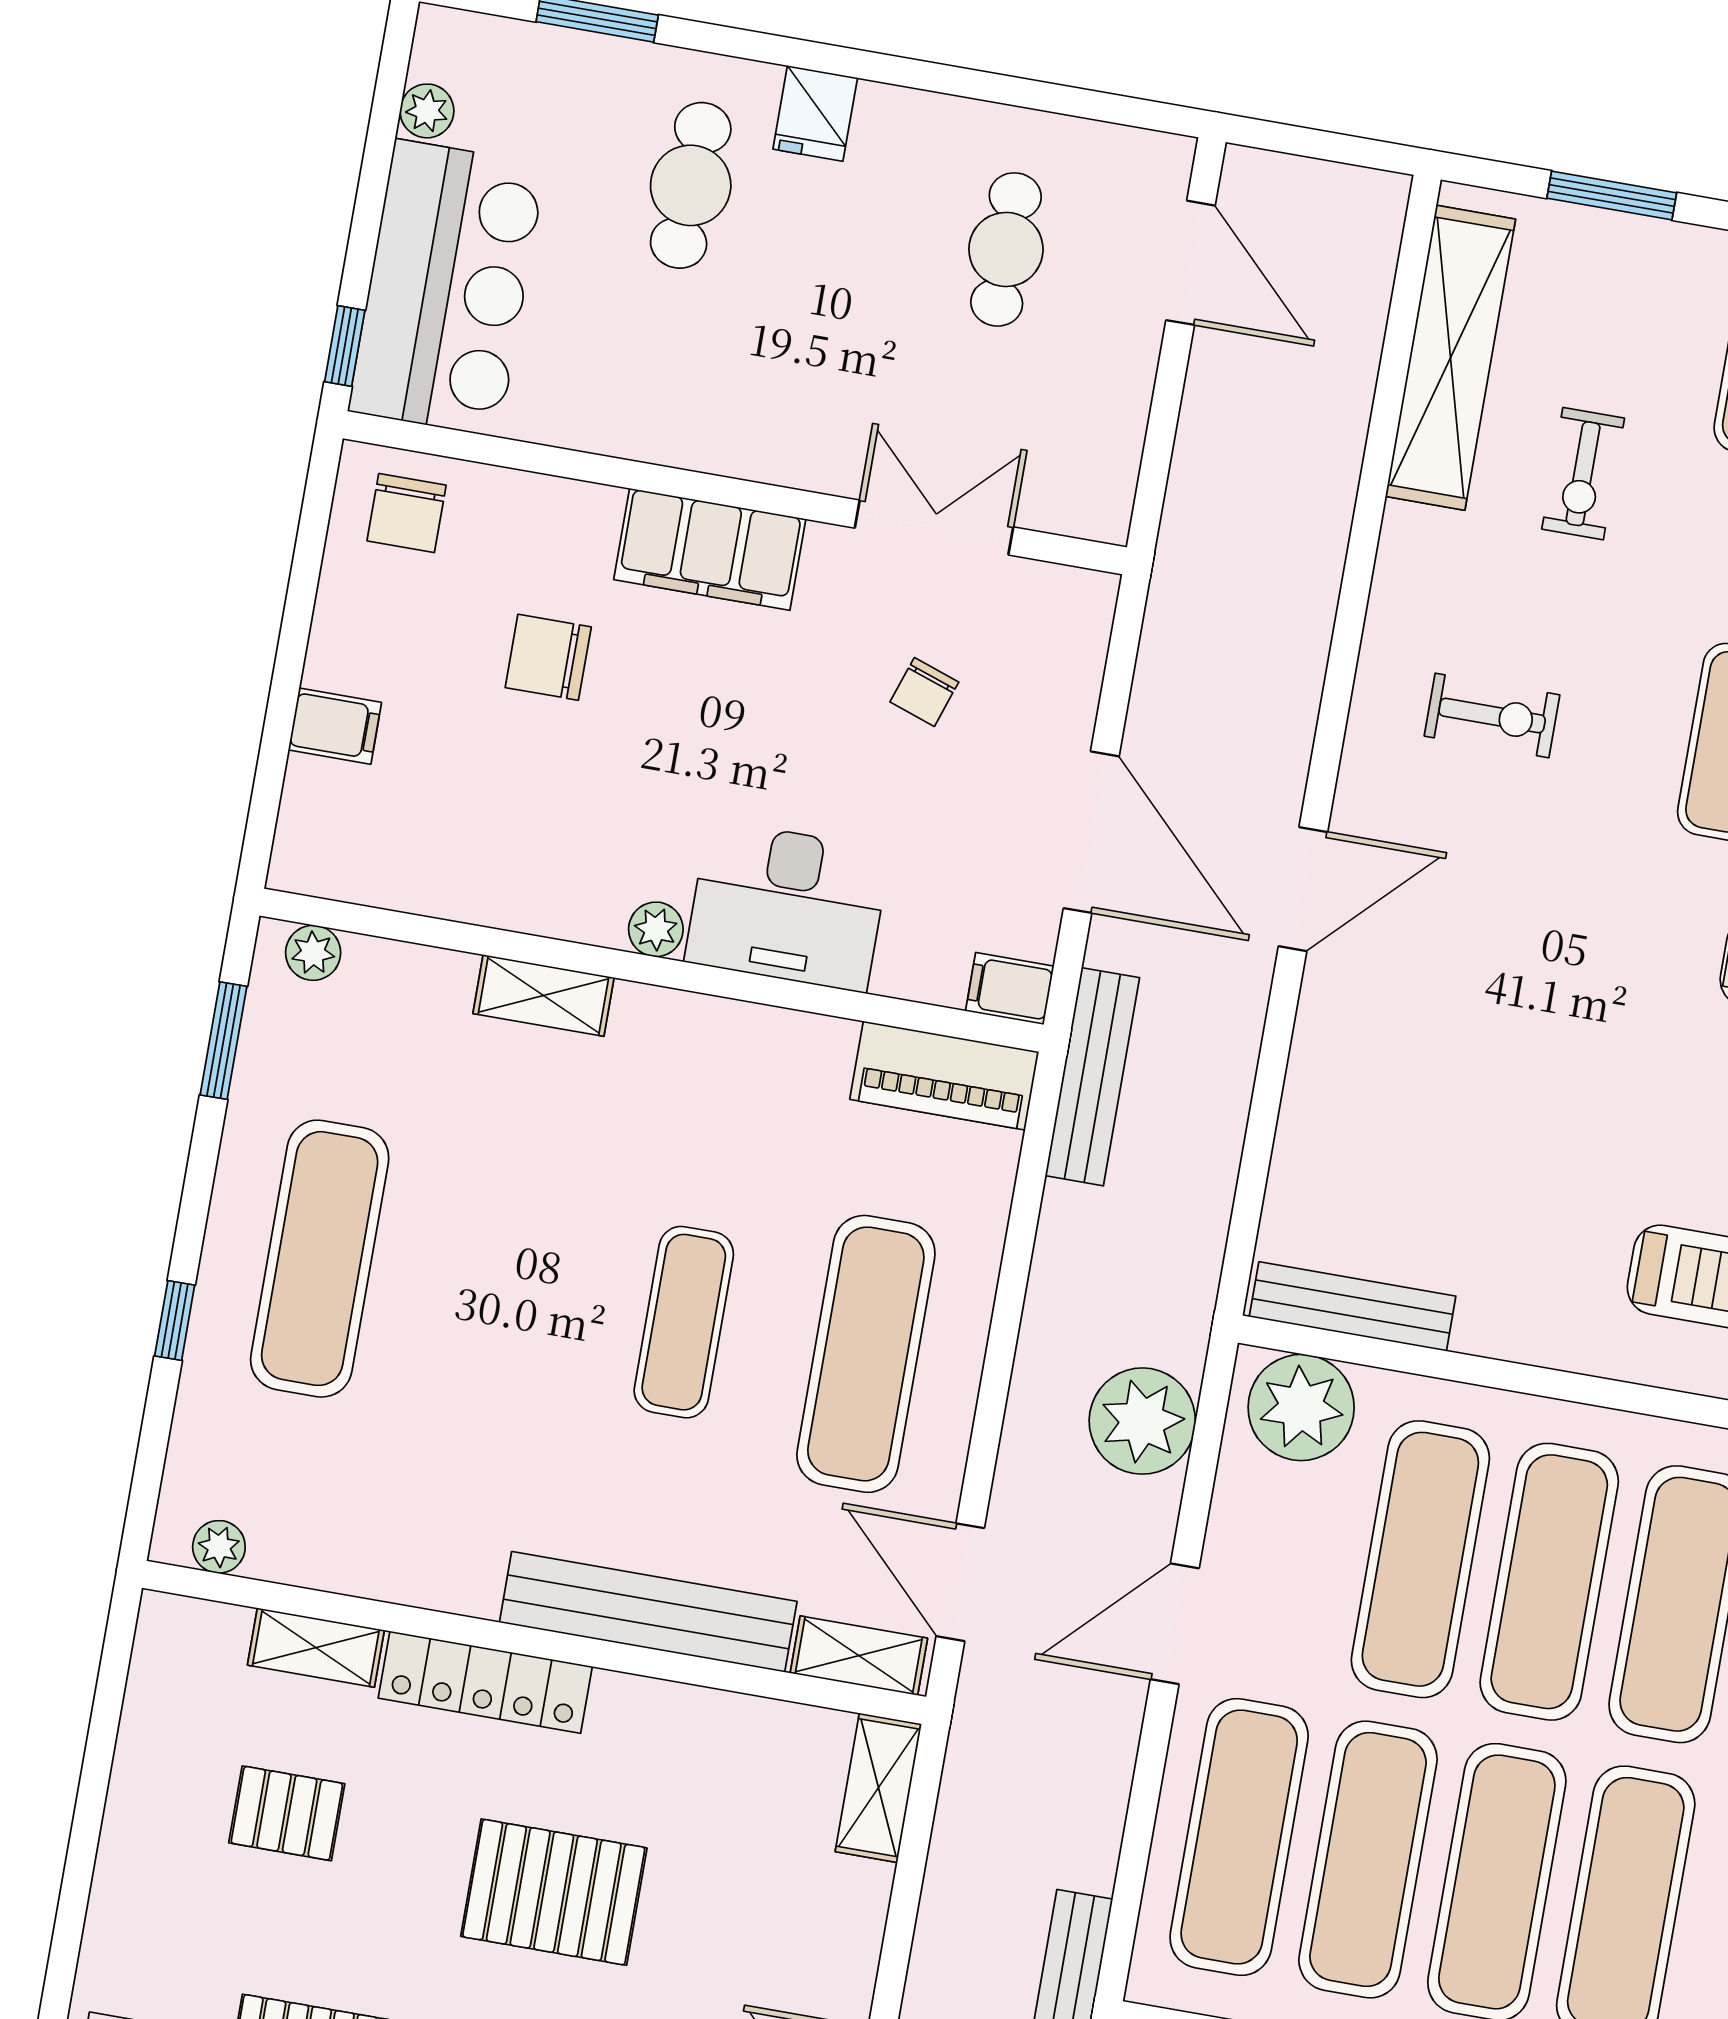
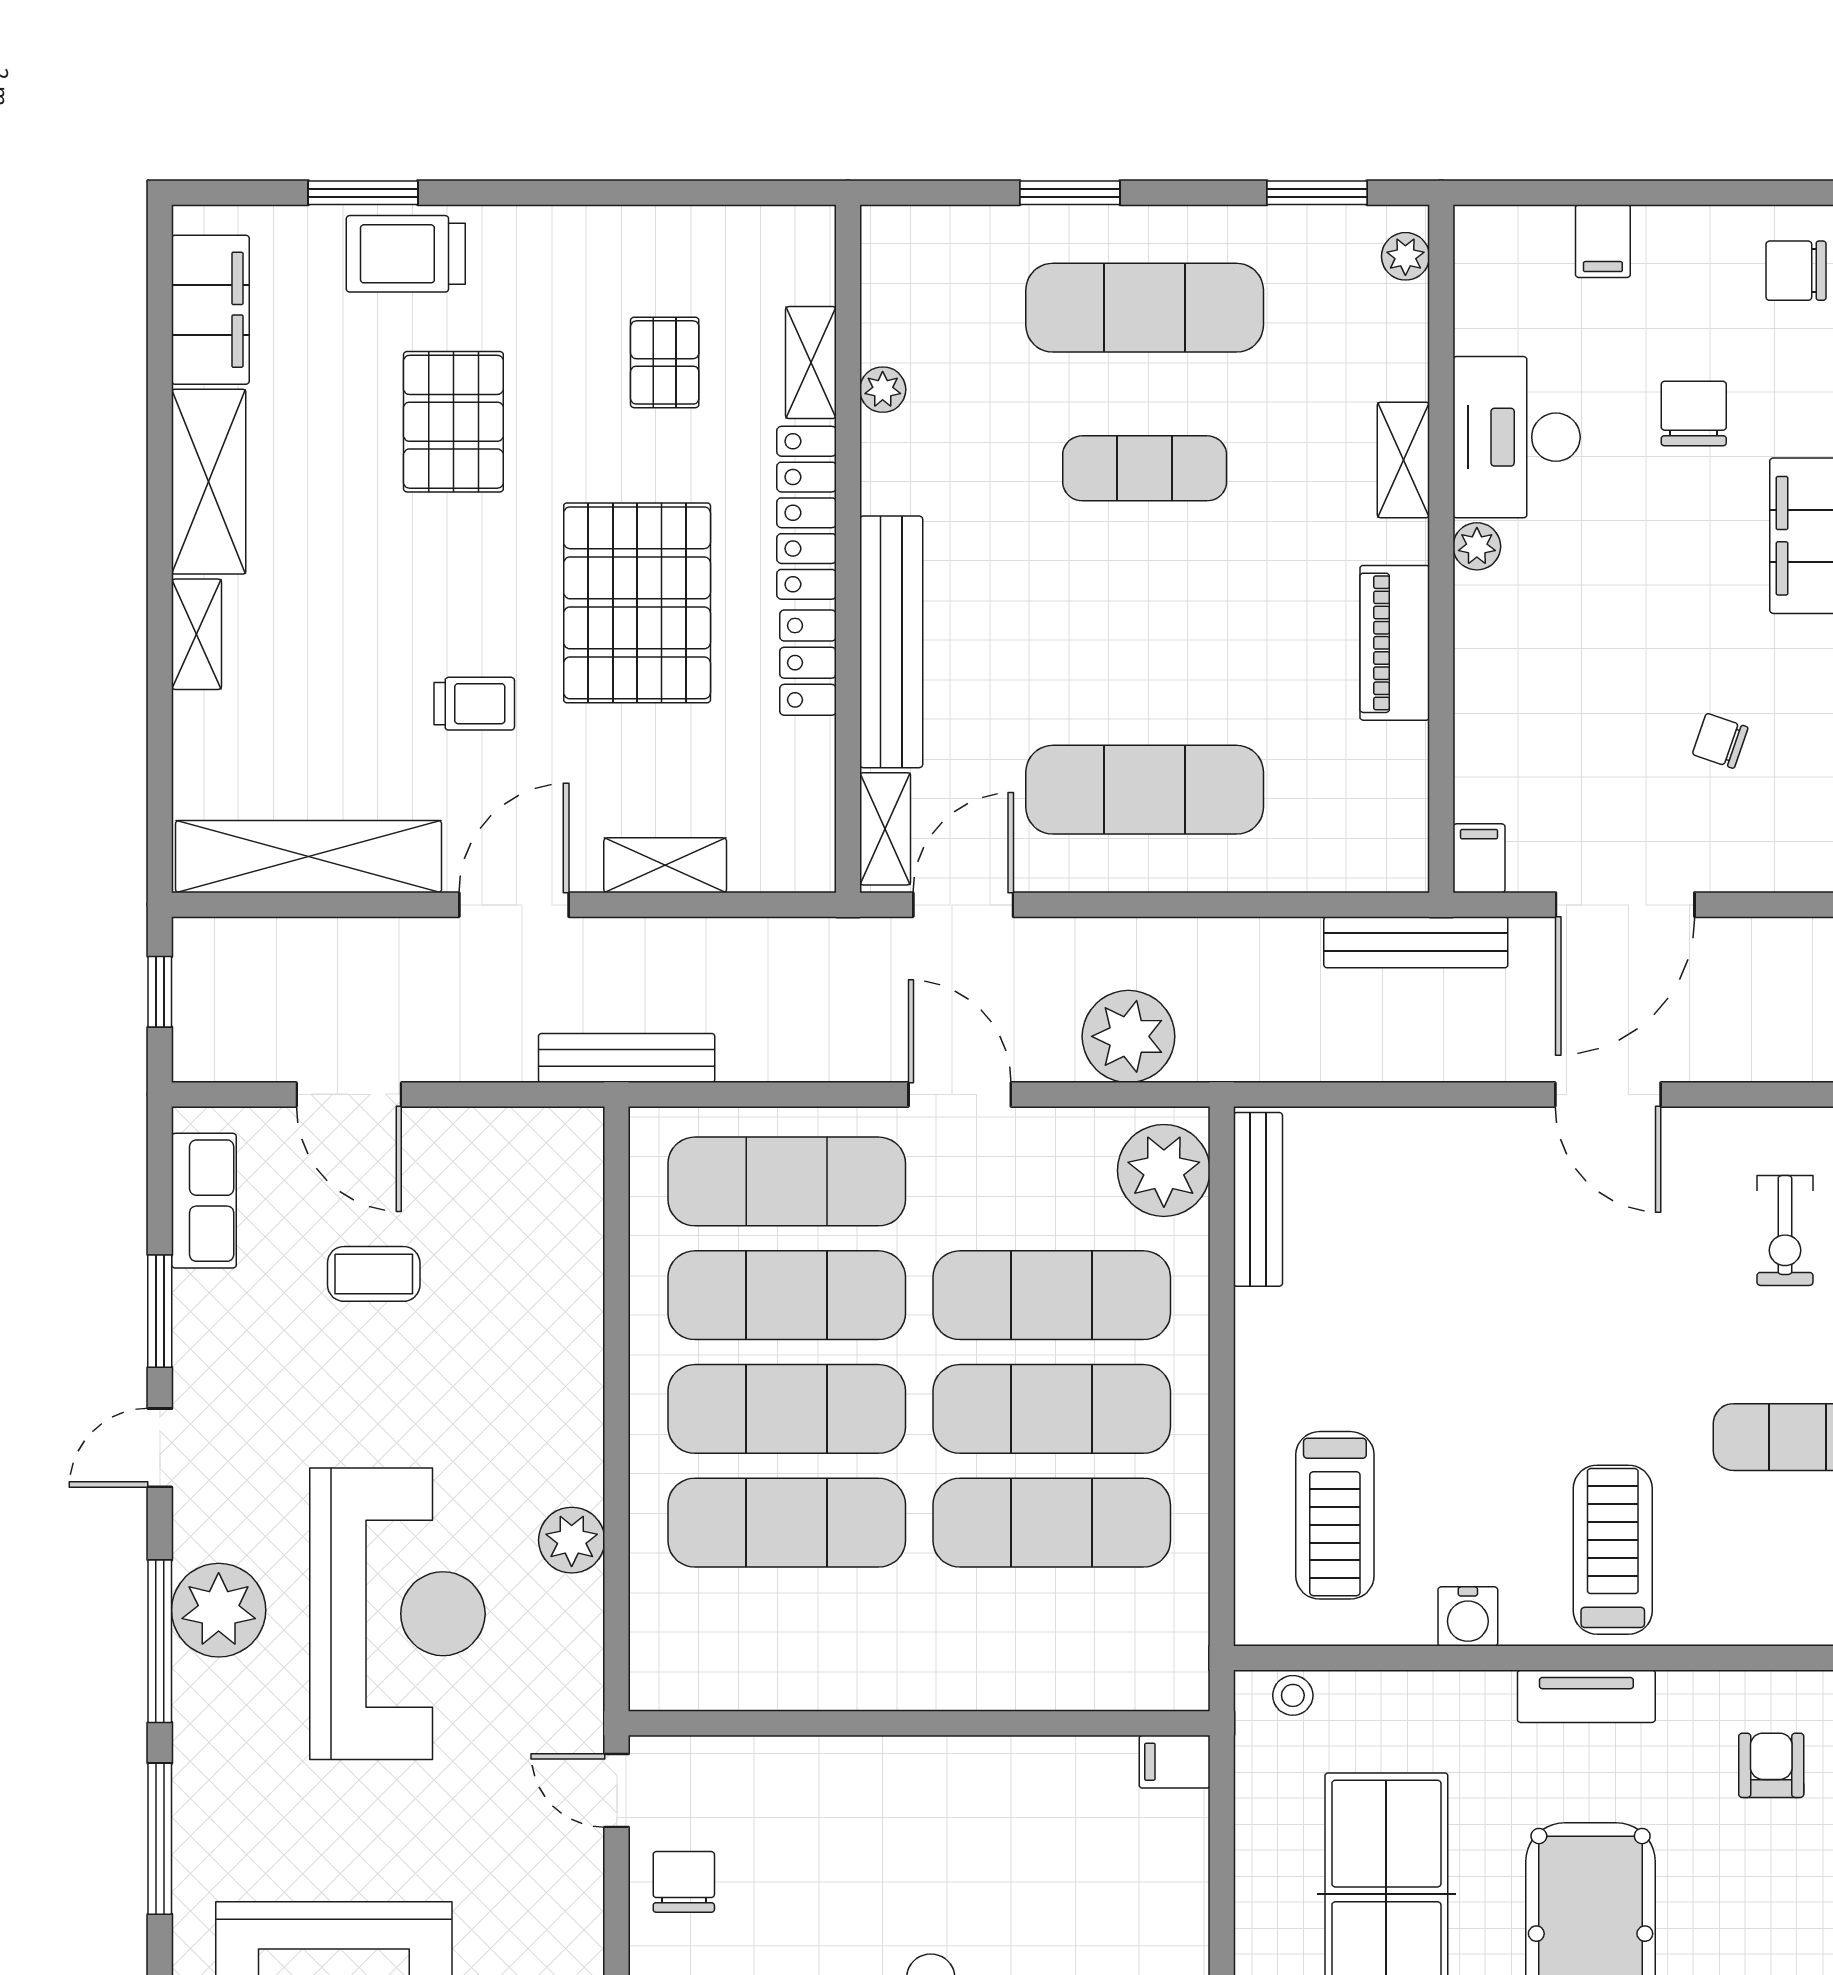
desk: (787, 906) -> (1517, 437), moved
piano: (944, 1076) -> (1395, 643), moved
window: (175, 1320) -> (1070, 193), width x1.50
exercise mat: (684, 1322) -> (1145, 468), moved
plant: (219, 1547) -> (883, 390), moved
locker: (655, 1710) -> (808, 663), added
shelving: (878, 1788) -> (665, 865), moved
pallet: (554, 1892) -> (637, 603), width x1.37, depth x1.41

